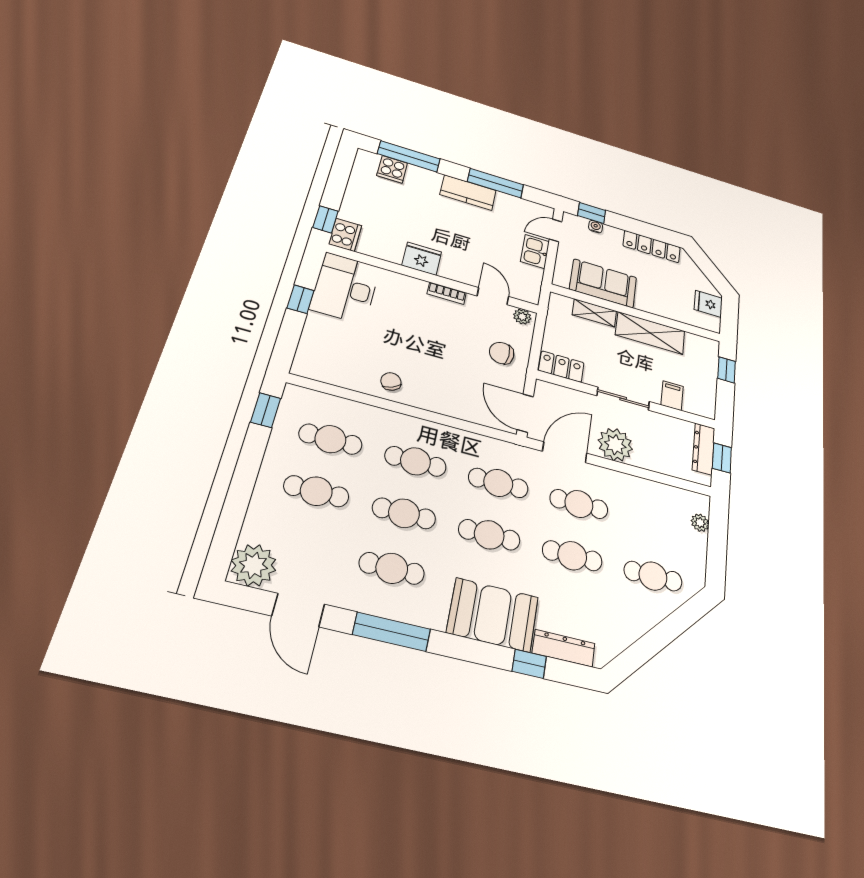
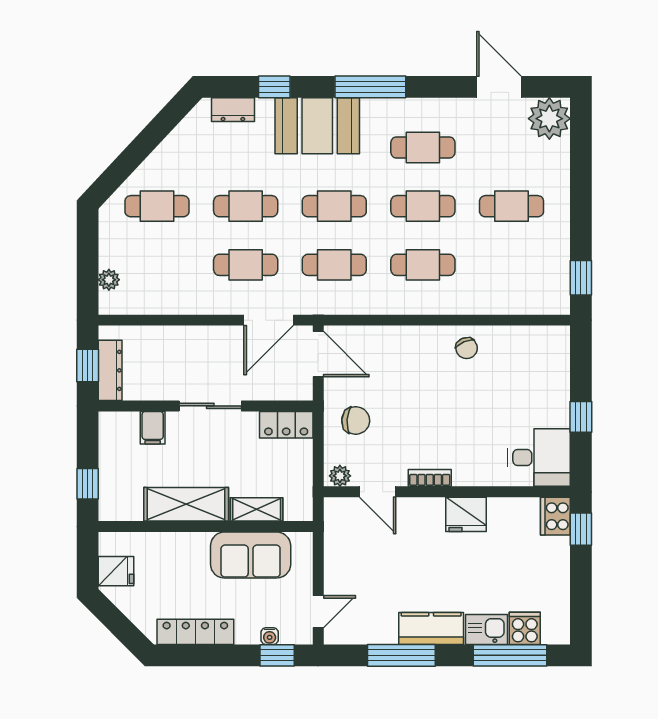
kitchen sink: (535, 251) -> (487, 630), moved, turned -90
desk: (345, 288) -> (539, 458), width x0.73
cafe table: (330, 439) -> (512, 265), removed
plant: (615, 445) -> (213, 346), removed
window: (392, 632) -> (370, 87), moved
dresser: (564, 648) -> (233, 110), width x0.70

